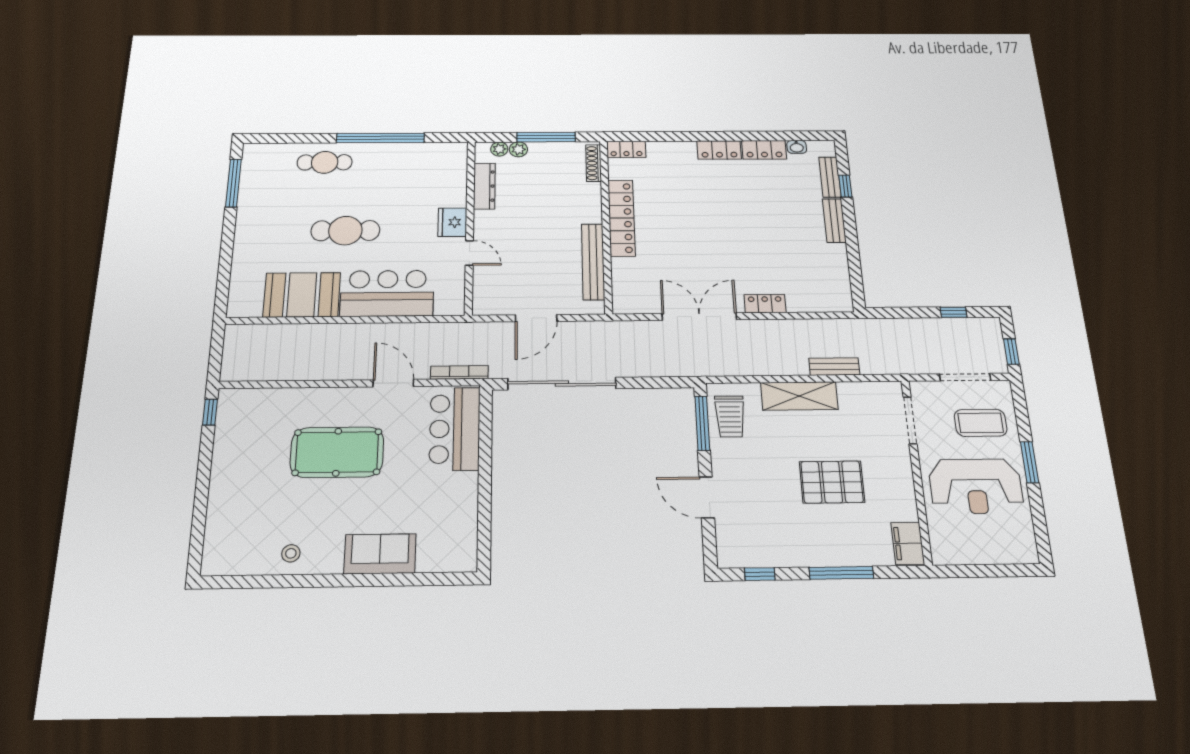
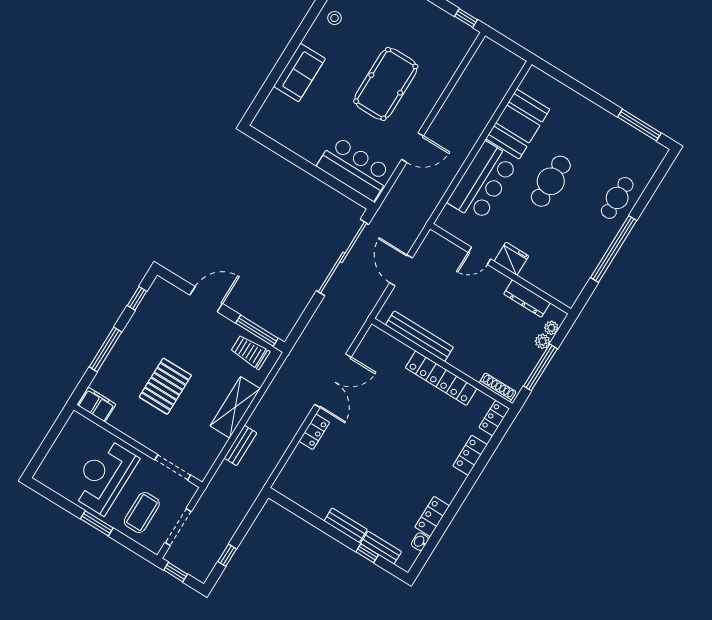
locker: (719, 150) -> (470, 455), moved
bookcase: (459, 372) -> (393, 195), removed

